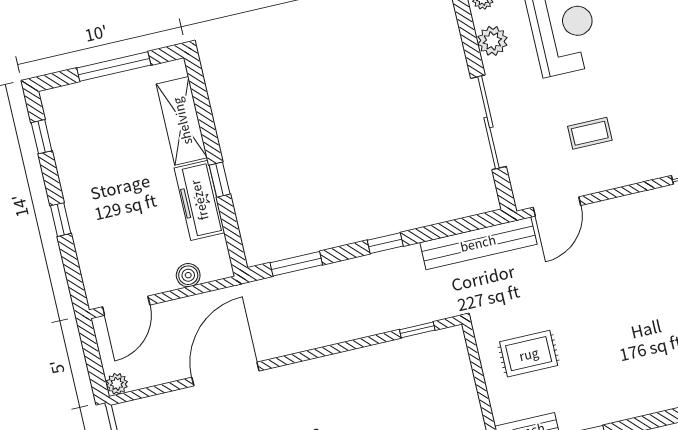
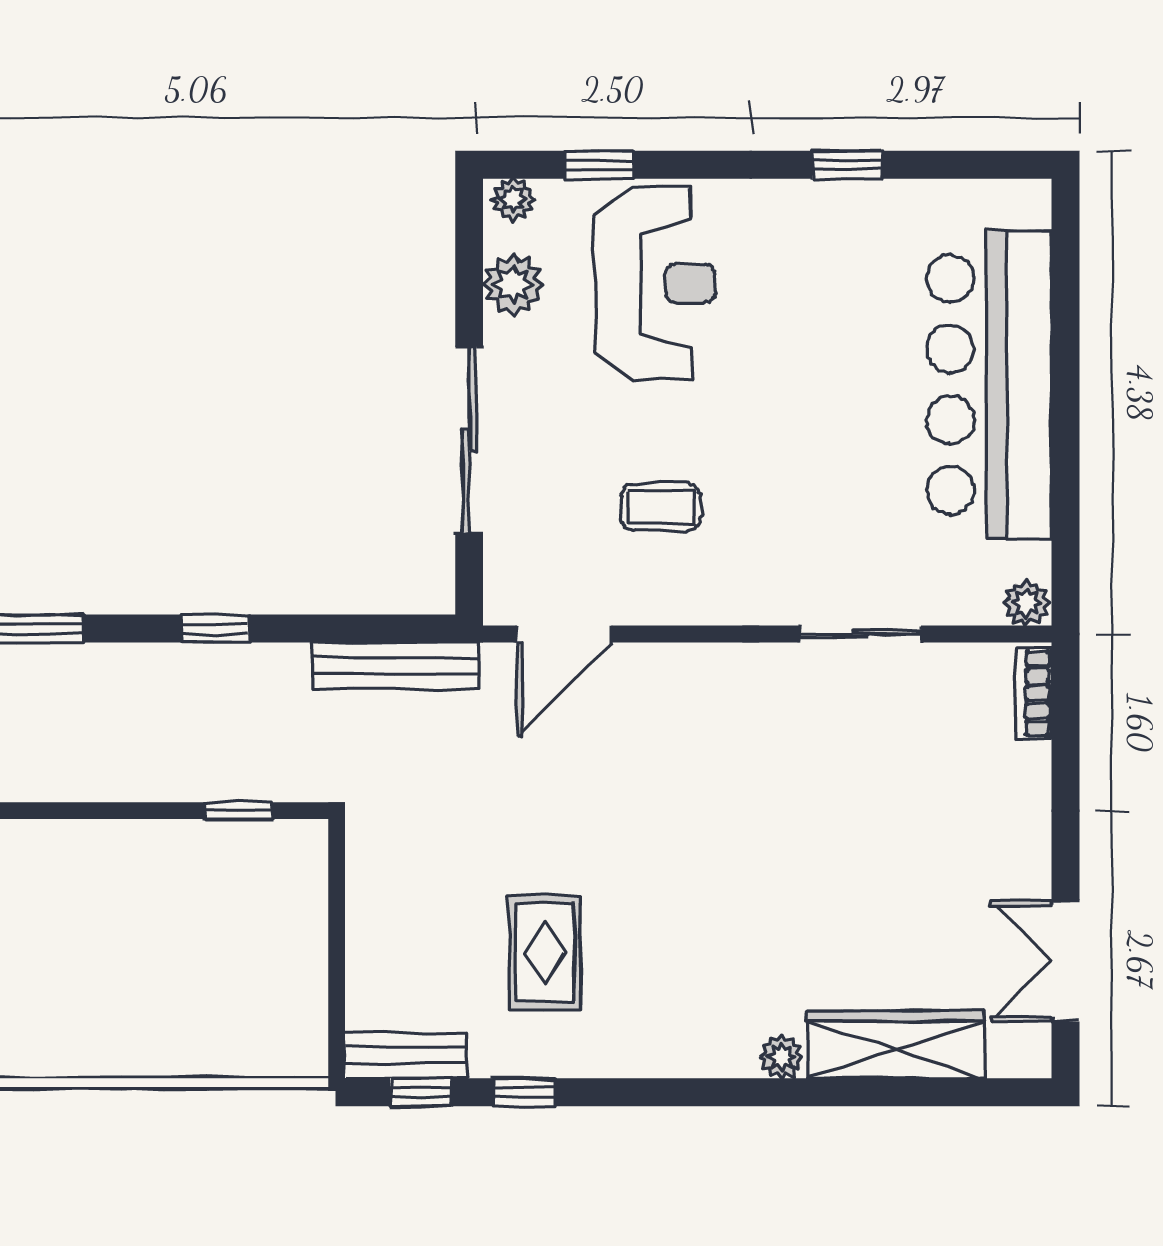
bench: (478, 243) -> (396, 665), width x0.73, depth x0.82
rug: (529, 354) -> (545, 953), moved, turned 90

